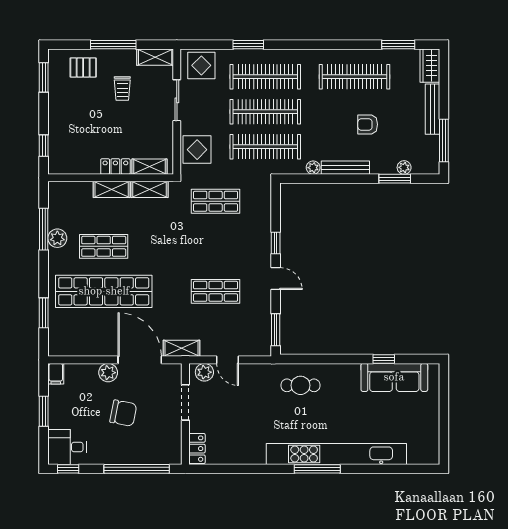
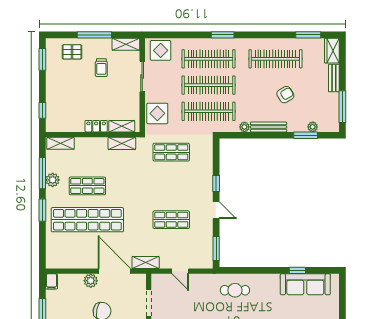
window: (248, 45) -> (223, 35), moved
bench: (432, 109) -> (334, 78), width x0.73
armchair: (368, 124) -> (285, 95), turned 149
shelving: (112, 189) -> (61, 143), moved
window: (44, 313) -> (42, 210), moved
plant: (204, 372) -> (163, 280), removed

